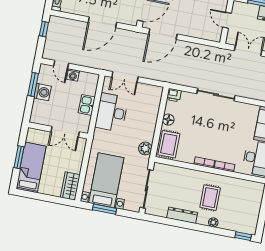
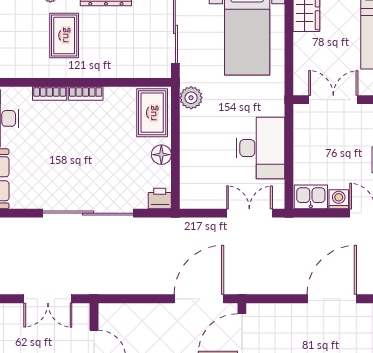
door: (102, 22) -> (332, 299), moved
sliding door: (216, 95) -> (88, 213), width x1.36
kitchen sink: (87, 105) -> (311, 197), moved, turned -90

